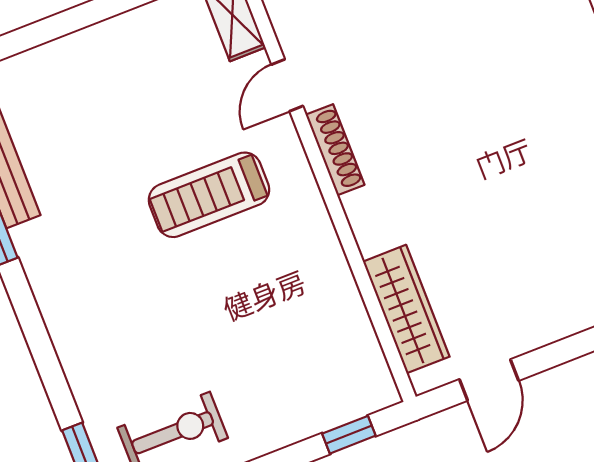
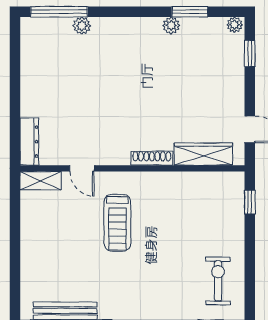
shoe rack: (335, 150) -> (152, 158), moved

